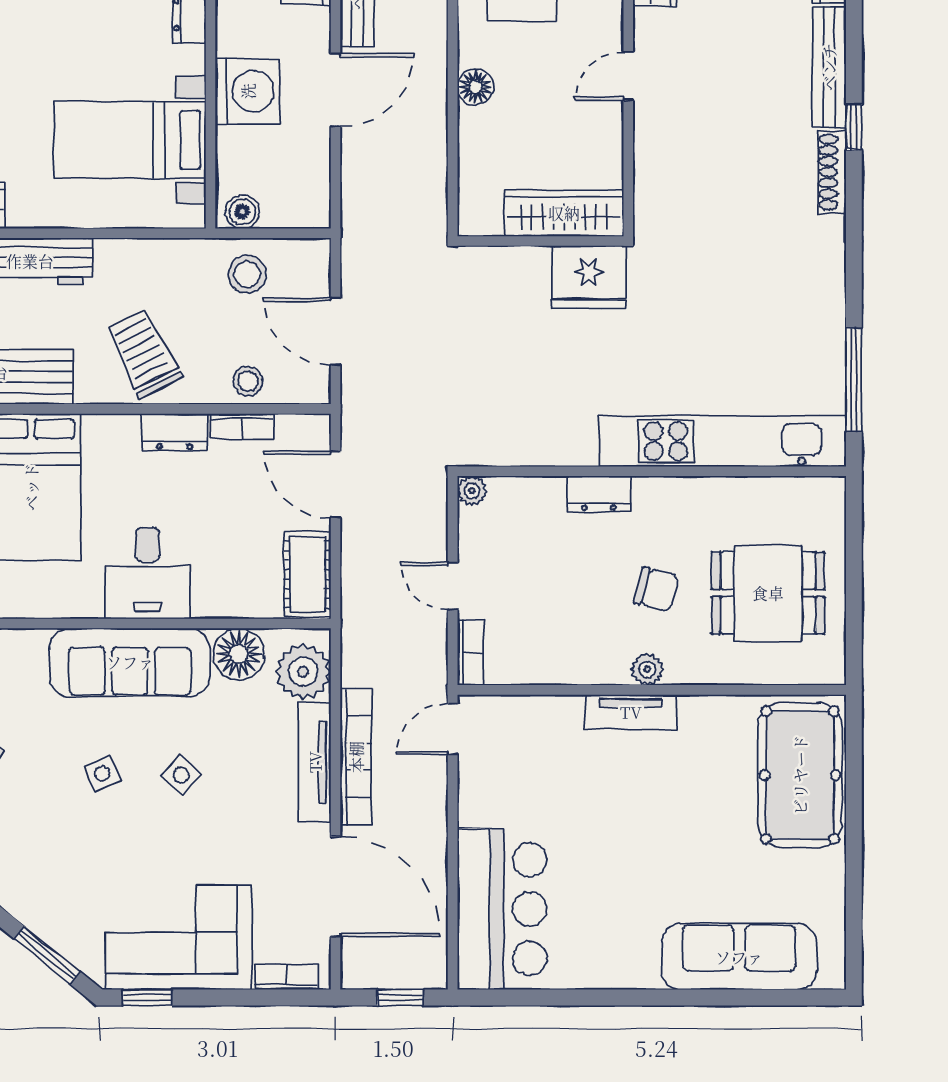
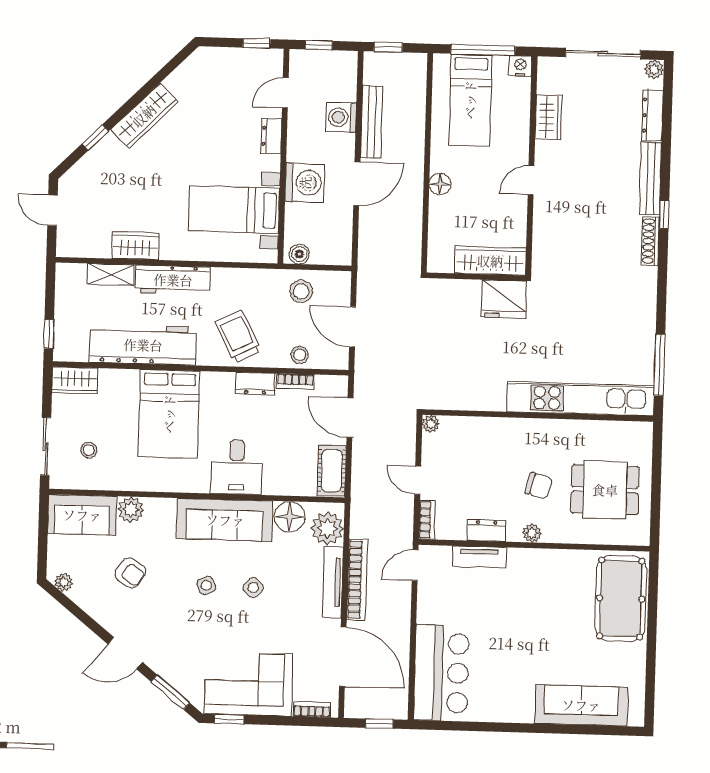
dresser: (599, 494) -> (486, 531), moved, turned 180
tv unit: (631, 712) -> (479, 557), moved

